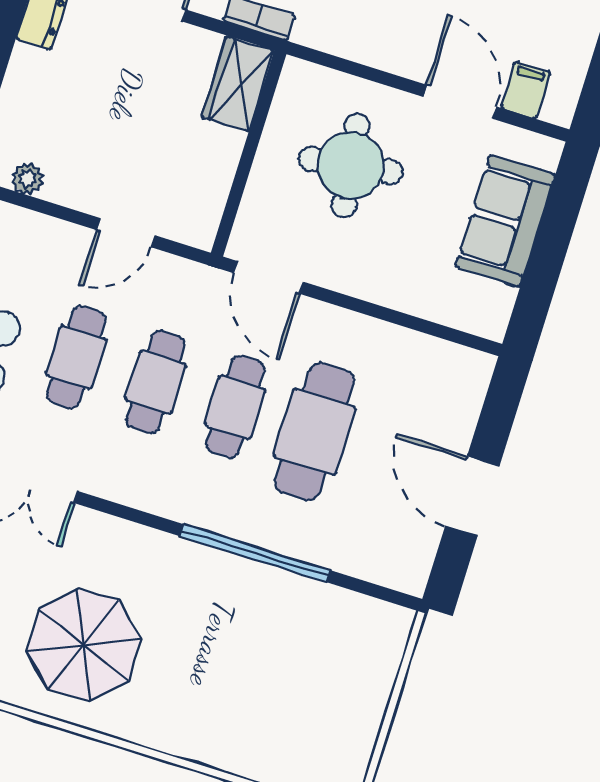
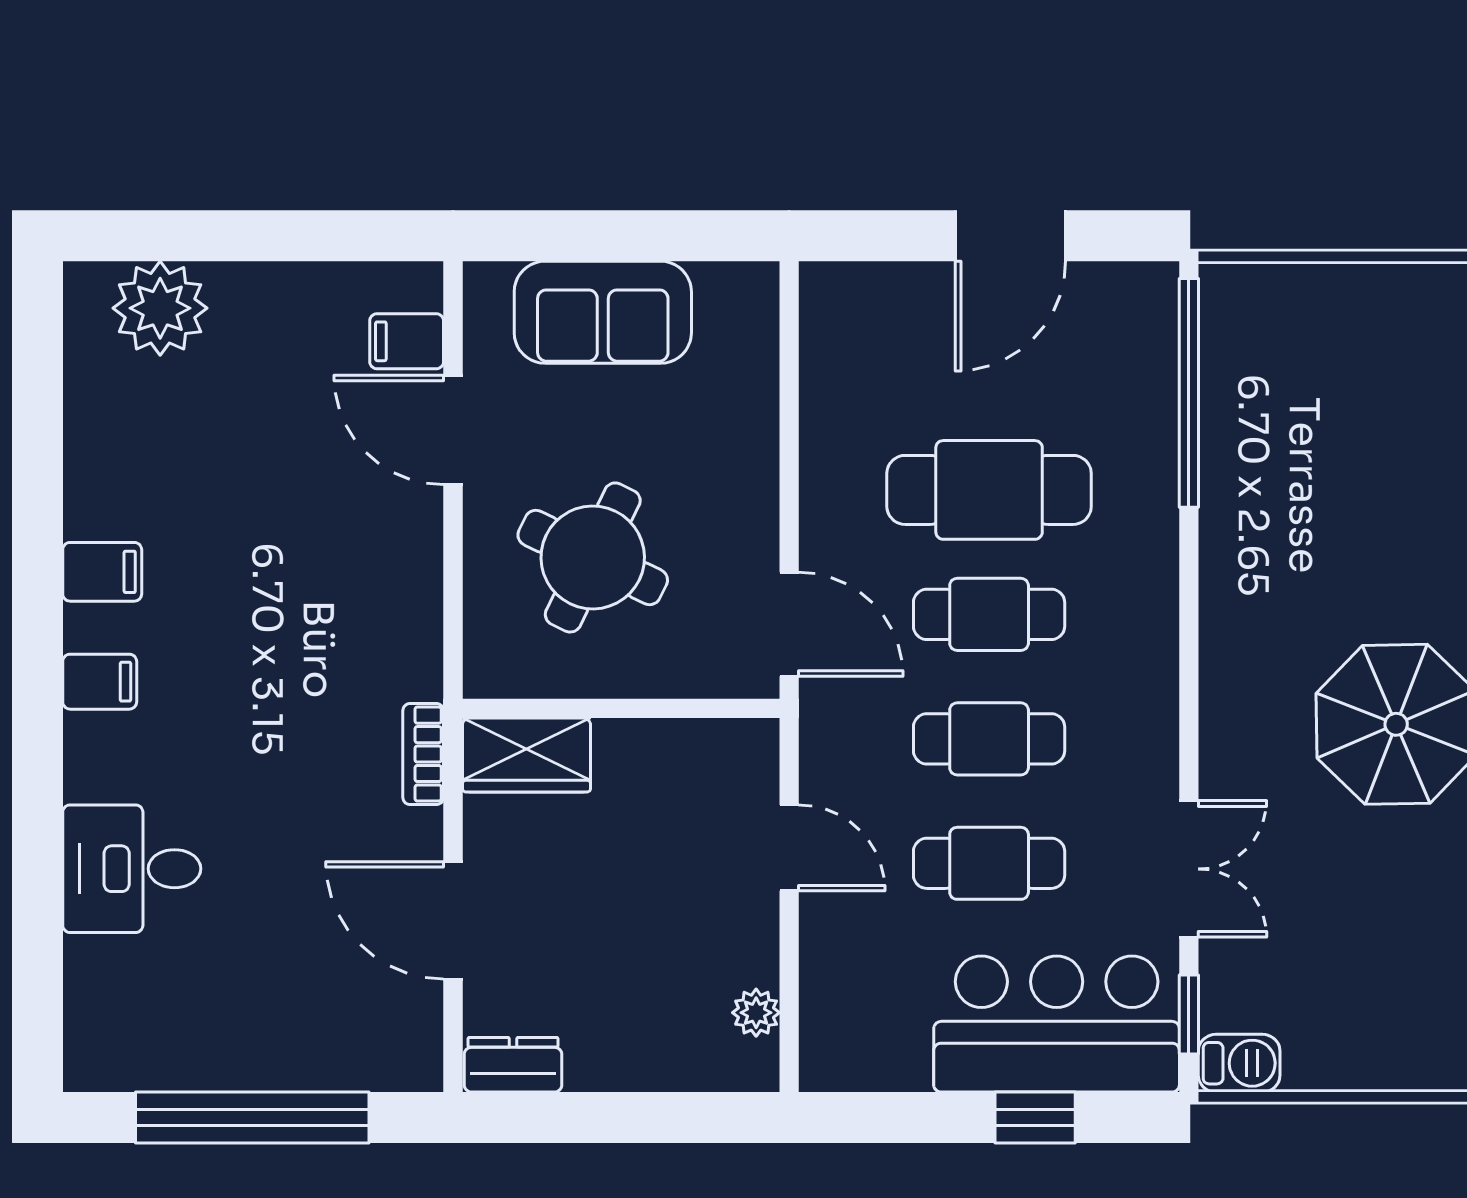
door: (460, 102) -> (453, 430), hinge flipped
round table: (351, 166) -> (593, 557), turned 34
door: (269, 277) -> (789, 624), hinge flipped
window: (255, 553) -> (1189, 393), moved

